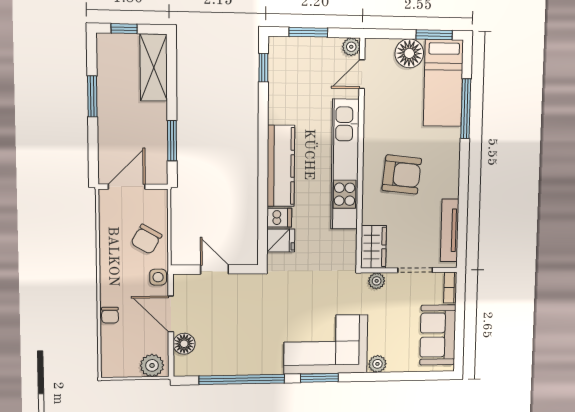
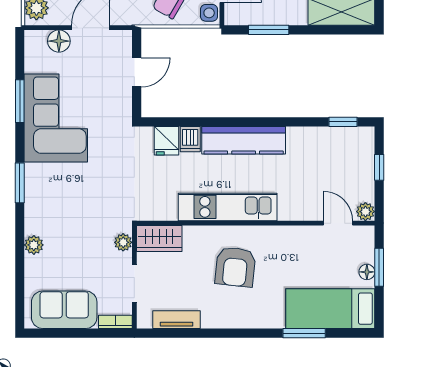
window: (308, 32) -> (379, 167), width x0.67
window: (434, 35) -> (379, 267), moved
floor lamp: (409, 53) -> (367, 272), width x0.53, depth x0.53
window: (466, 109) -> (304, 333), width x0.69
kitchen unit: (345, 164) -> (228, 207), width x0.73
tv unit: (450, 230) -> (177, 320), width x0.71
side table: (158, 277) -> (209, 13), moved
corner sofa: (326, 344) -> (56, 118), moved
window: (242, 379) -> (20, 101), width x0.47

